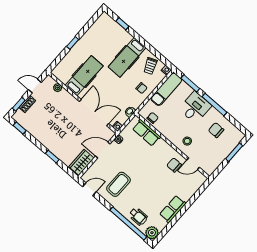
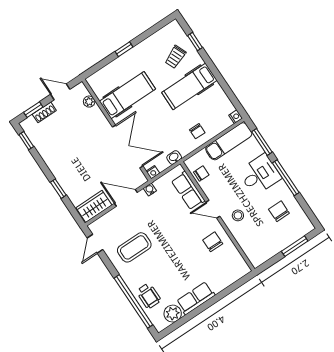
trolley: (150, 66) -> (175, 57), moved
door: (193, 164) -> (213, 209), moved
door: (89, 189) -> (95, 244), swing flipped
plant: (152, 233) -> (173, 314), moved

